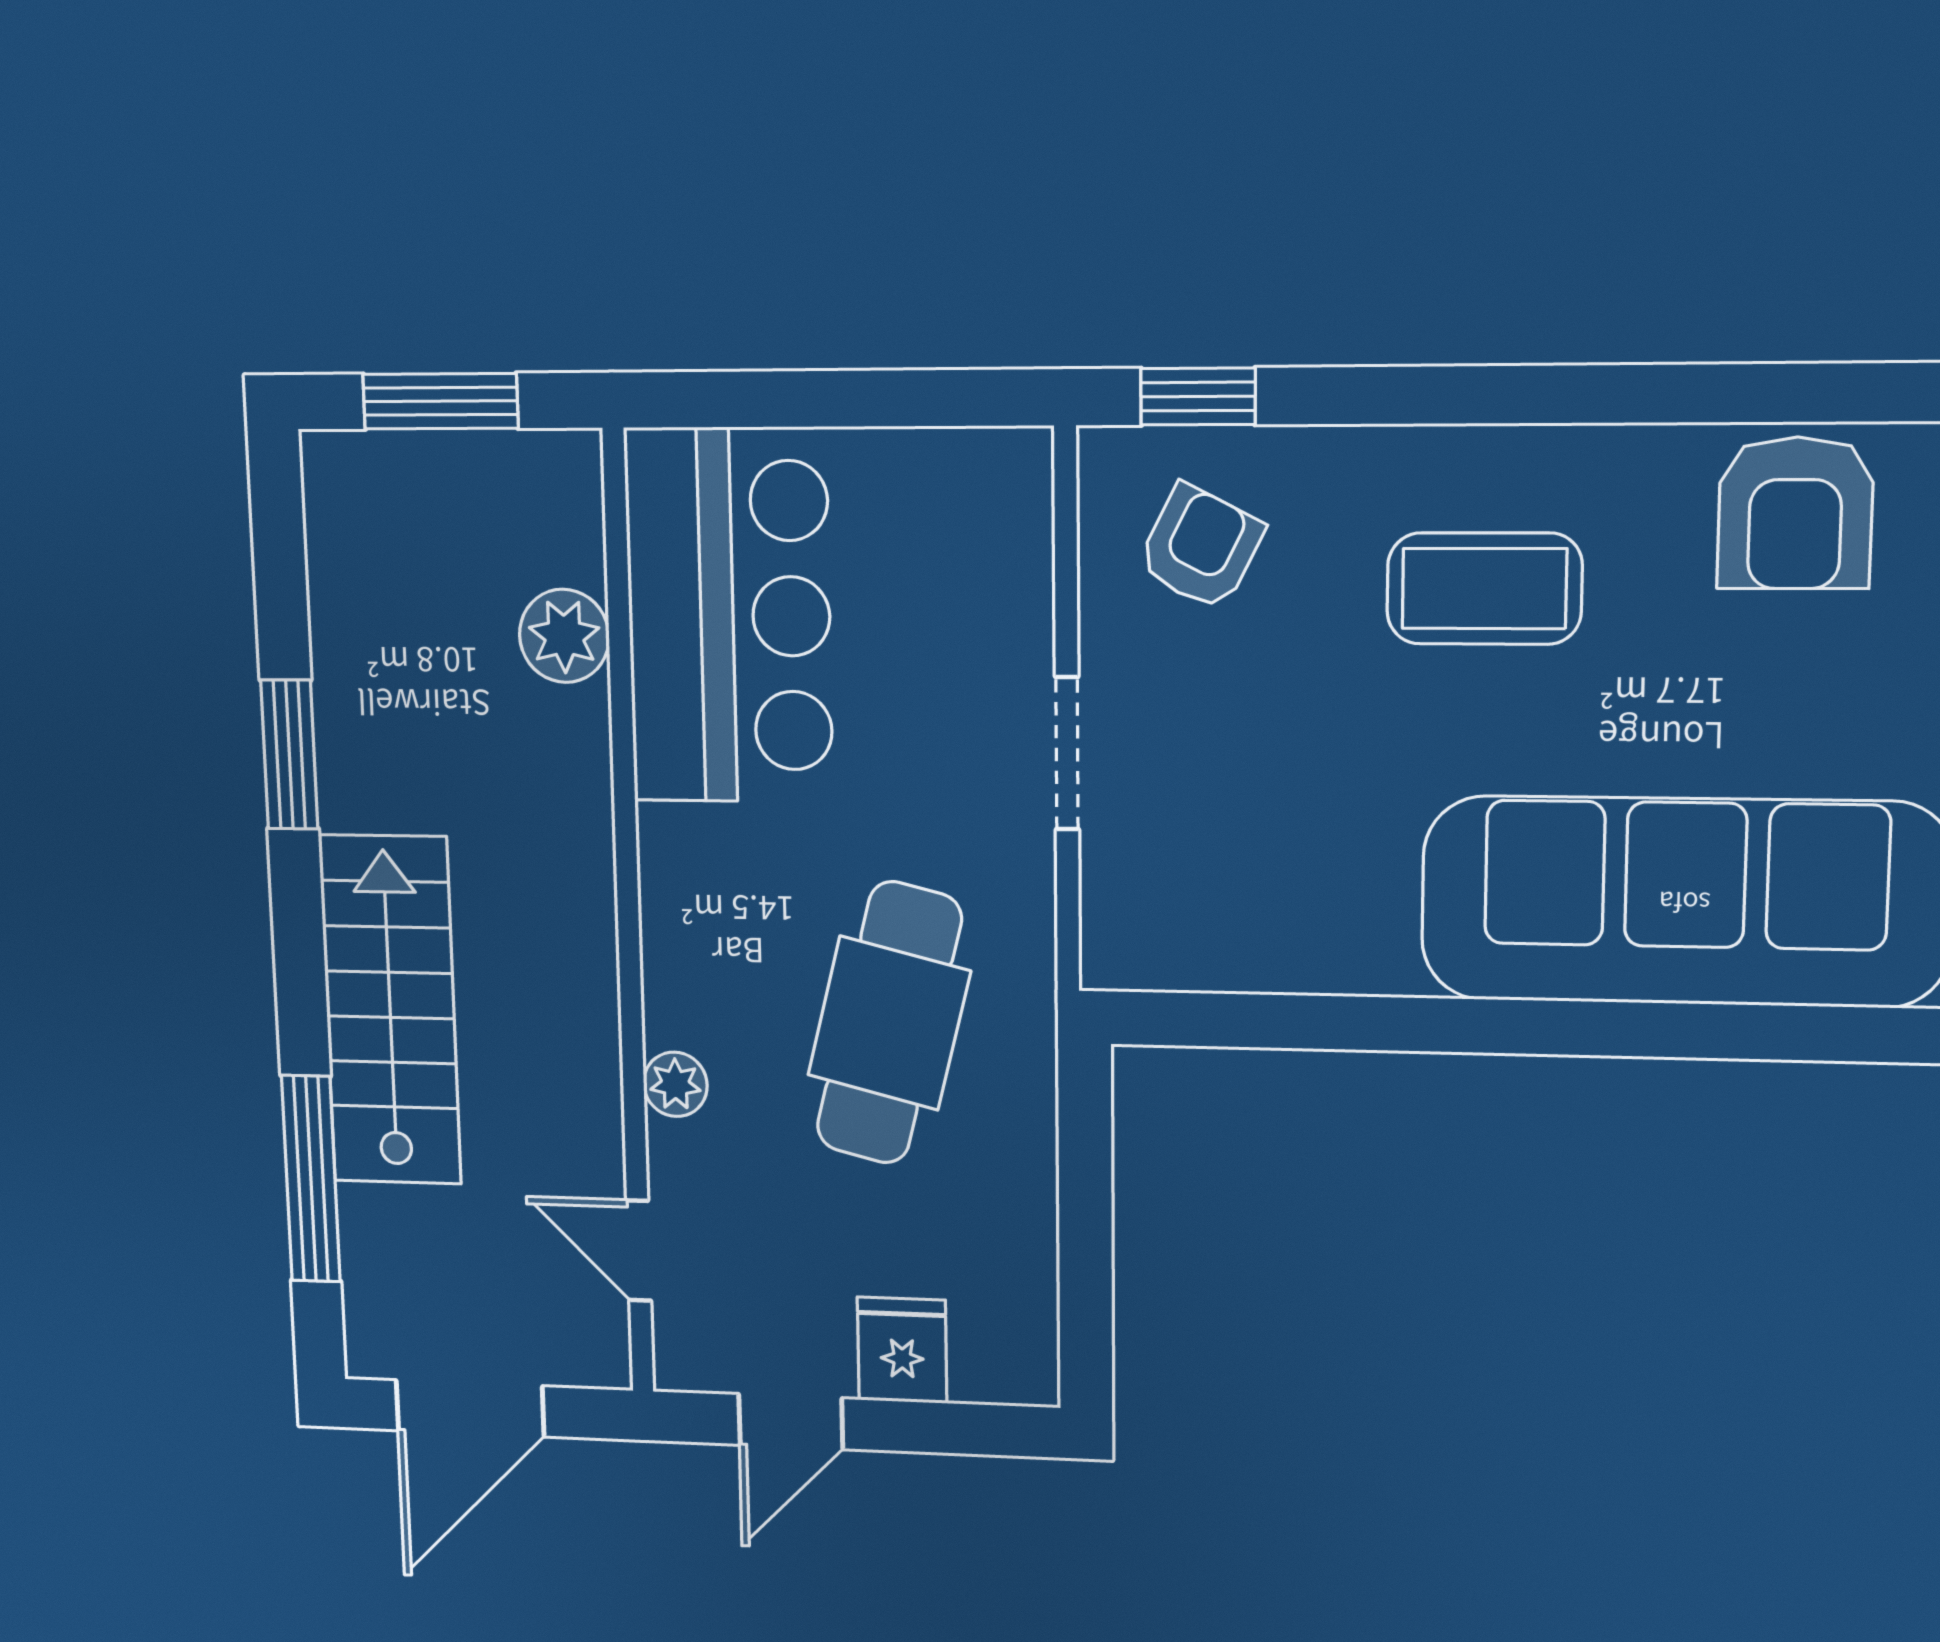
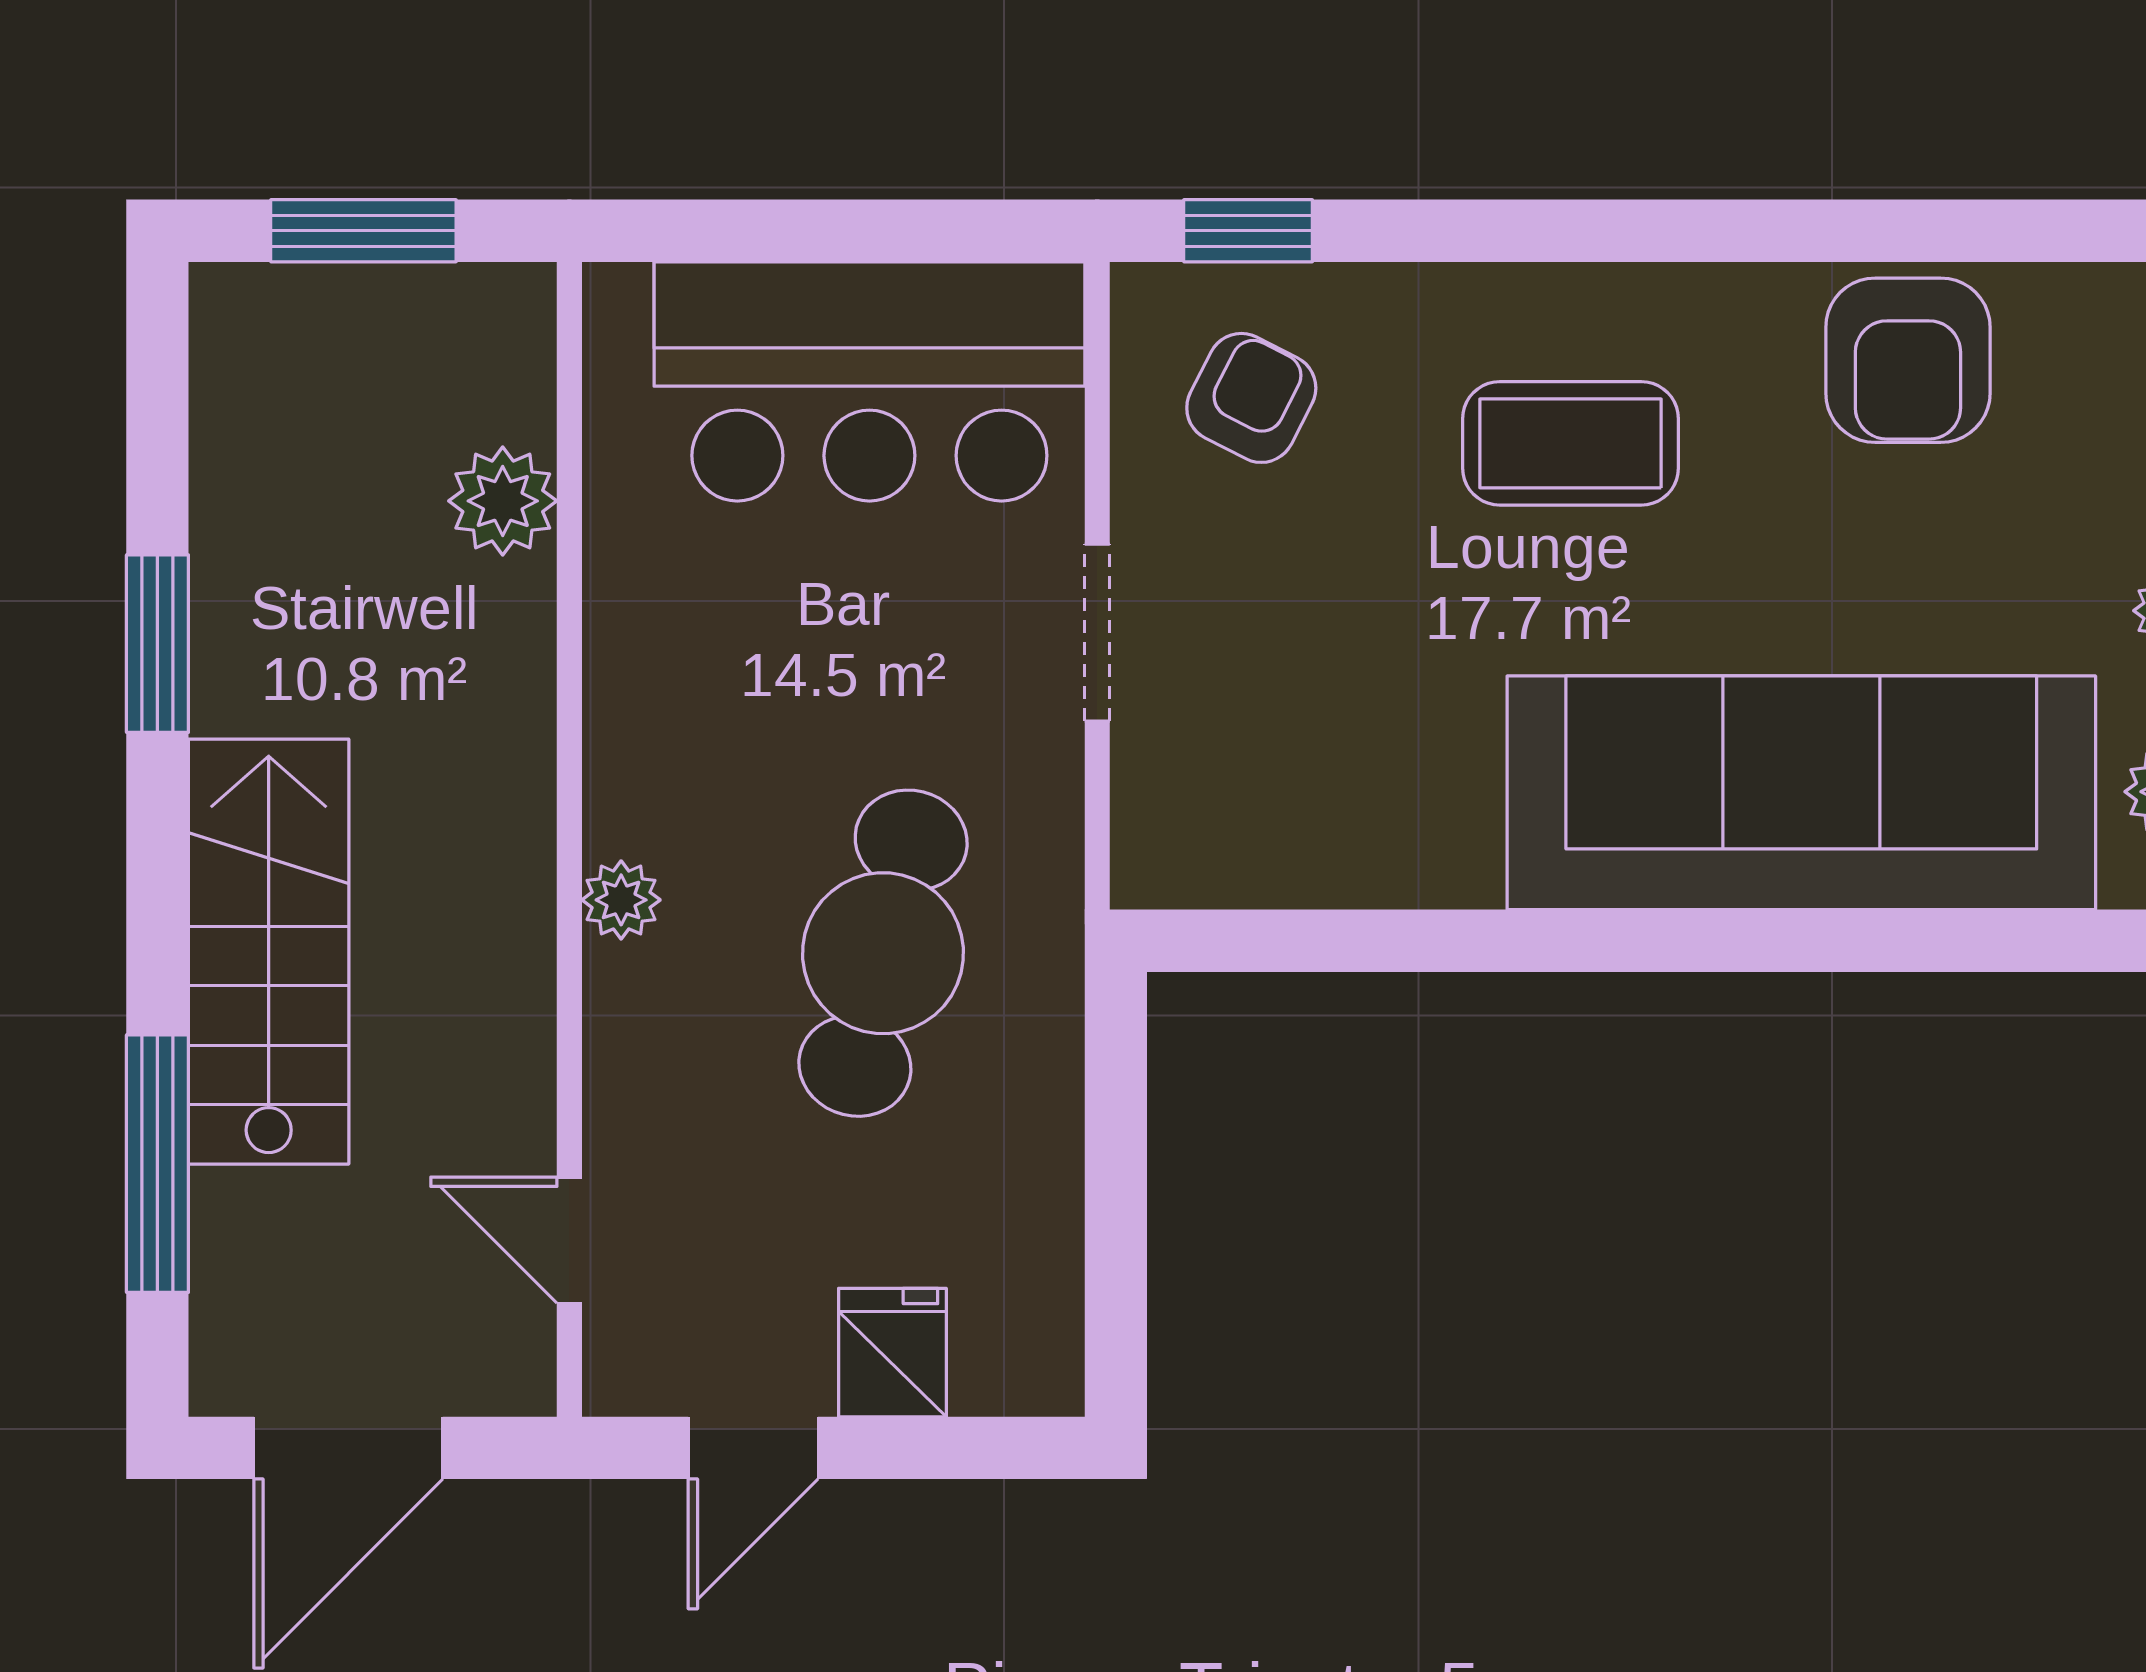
bar counter: (729, 616) -> (869, 381), moved, turned 90
plant: (675, 1084) -> (621, 900), moved

